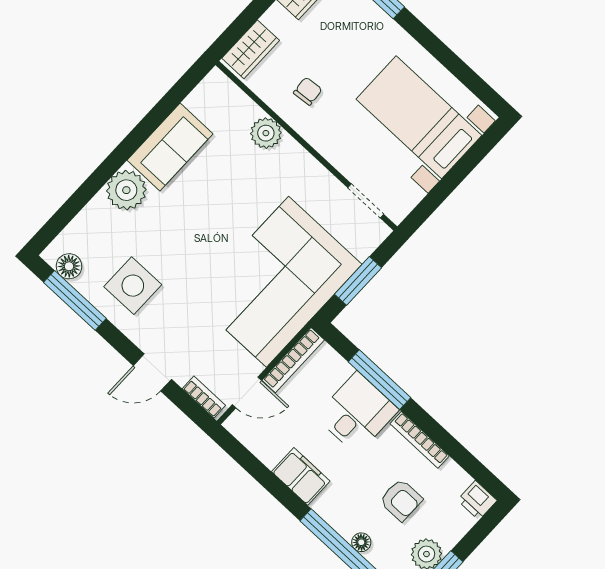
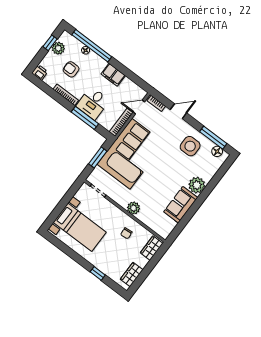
plant: (266, 133) -> (134, 208), moved

